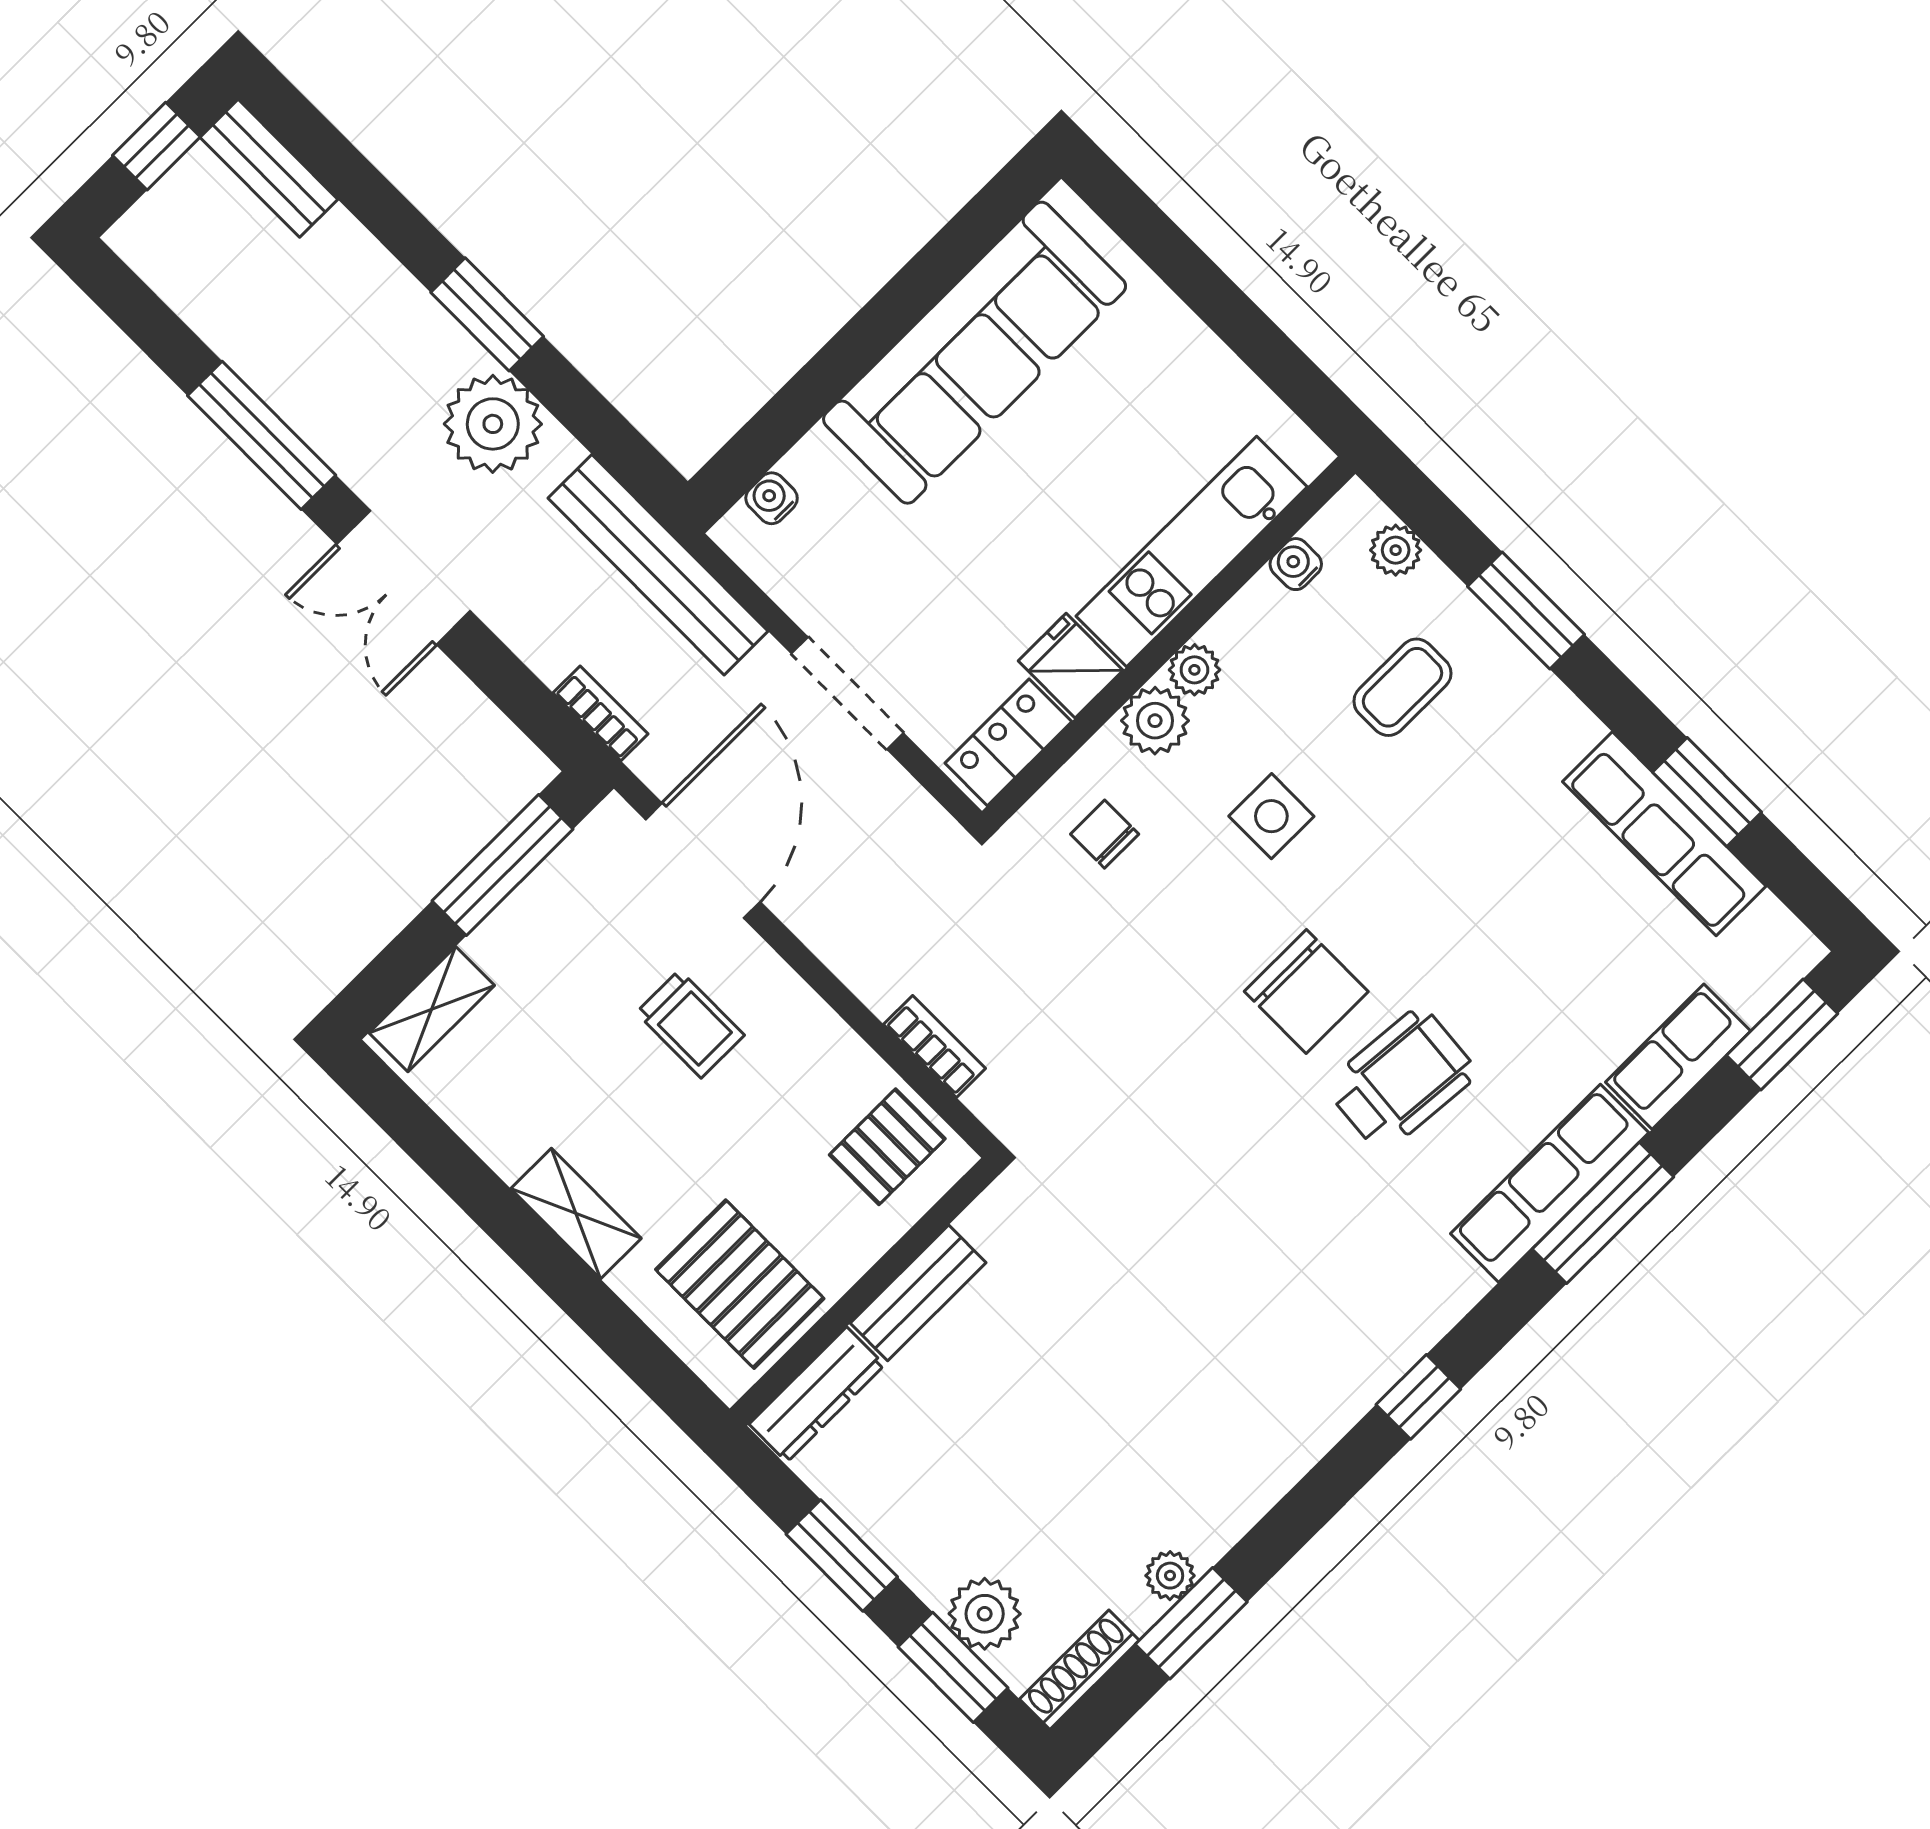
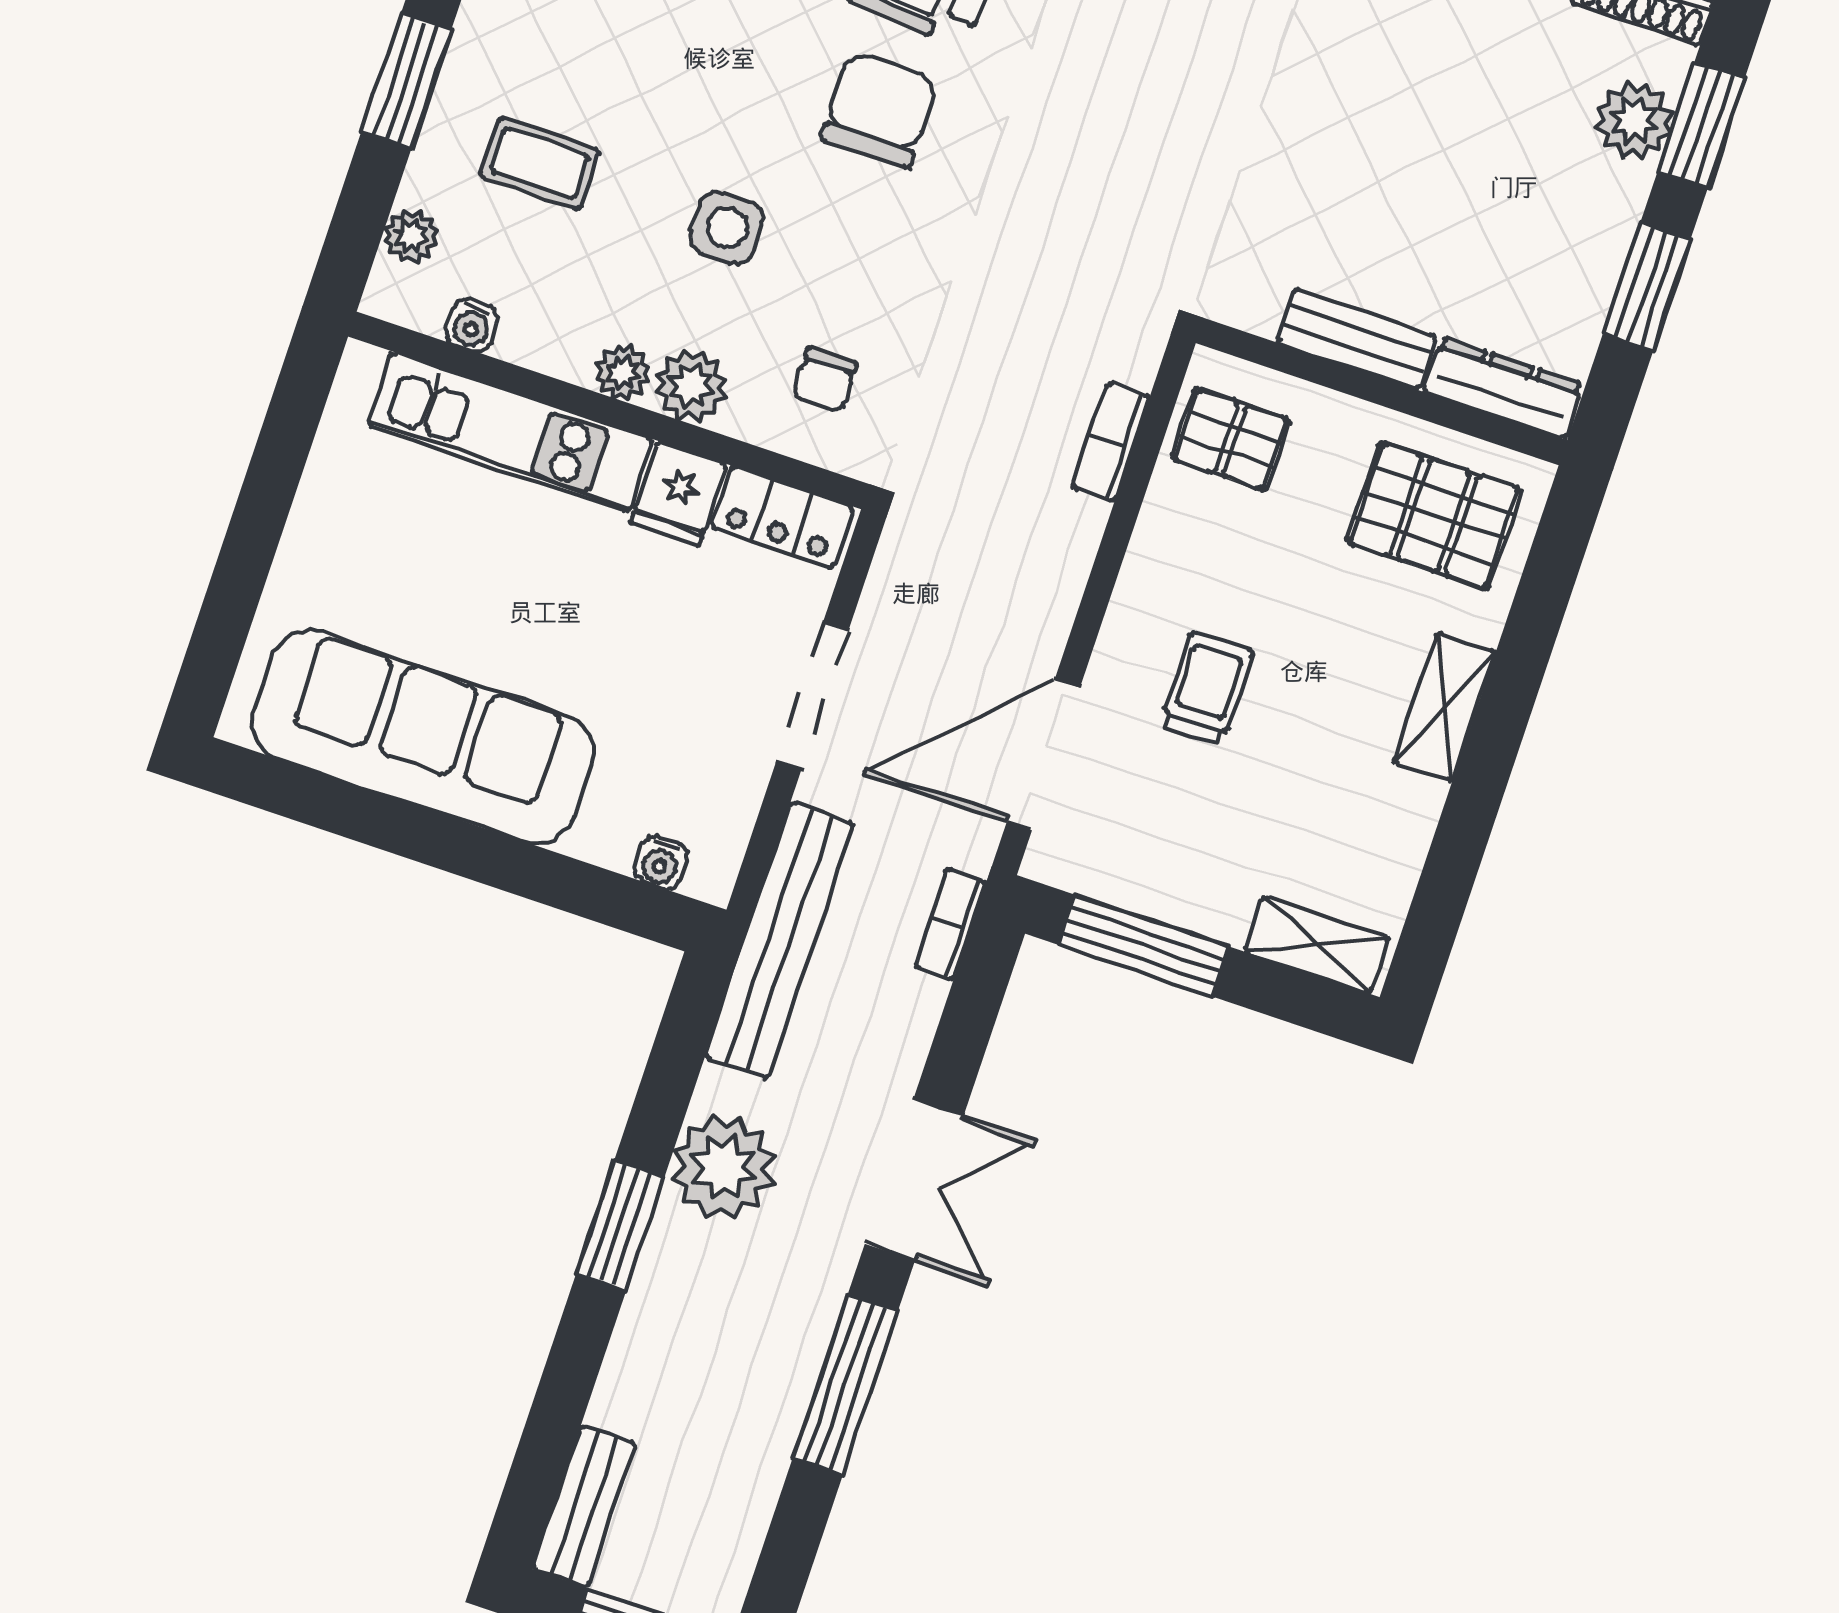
pallet: (740, 1284) -> (1434, 515), turned 90

